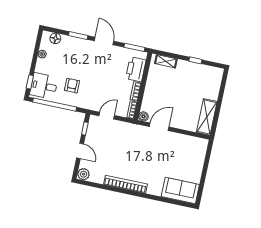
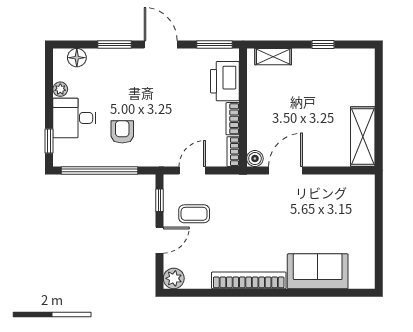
desk: (44, 86) -> (74, 118), moved
coffee table: (103, 140) -> (194, 214), added
door: (80, 151) -> (160, 240), hinge flipped
sofa: (180, 191) -> (318, 271), moved

